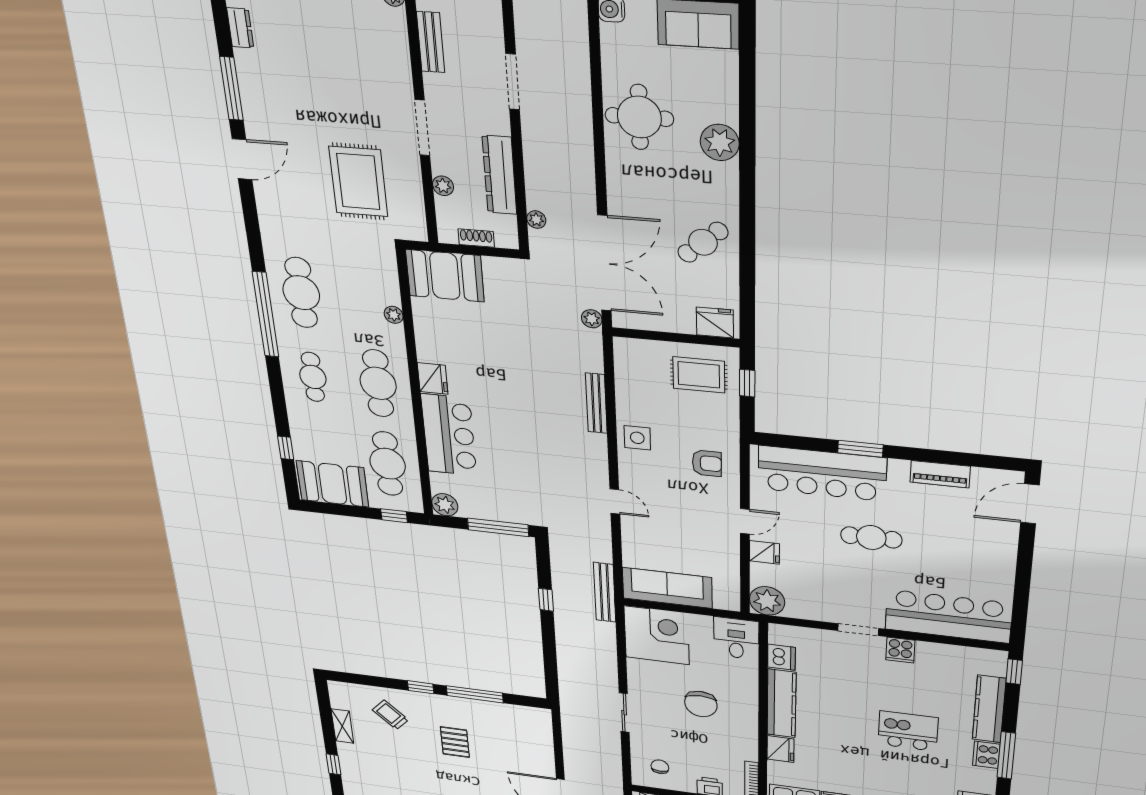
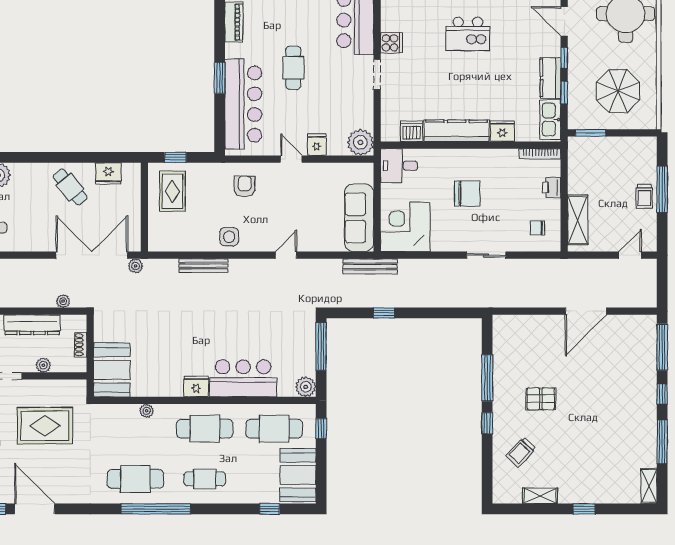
door: (242, 159) -> (35, 509), width x1.36
fridge: (715, 323) -> (108, 173), moved, turned -90
kitchen island: (908, 731) -> (468, 34), turned -90

